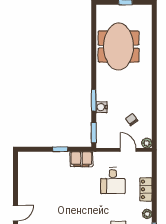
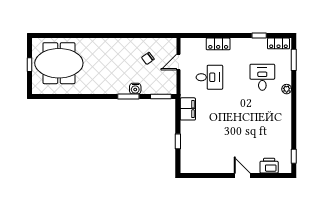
meeting table: (119, 47) -> (59, 63), moved
plant: (147, 143) -> (172, 43), removed
window: (60, 149) -> (178, 141), moved
plant: (147, 214) -> (243, 43), removed

